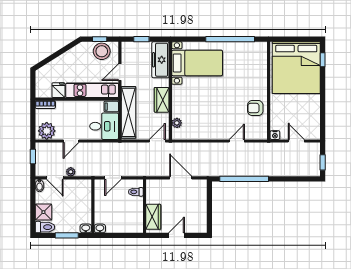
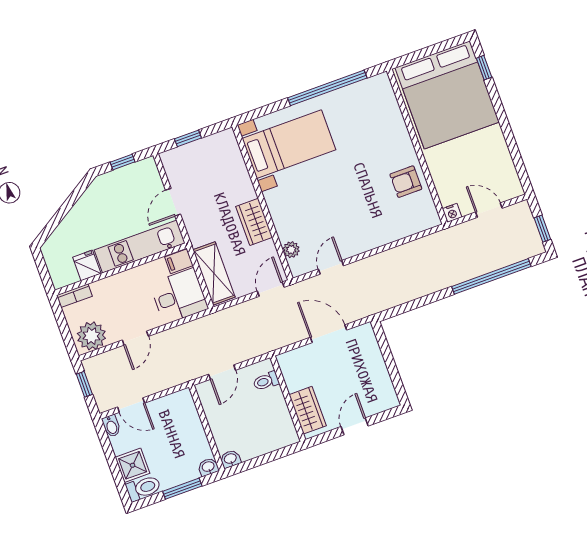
stool: (102, 51) -> (133, 180), removed
freezer: (160, 60) -> (230, 160), removed
shelving: (128, 112) -> (214, 273), width x0.68
door: (237, 141) -> (331, 267), moved
plant: (71, 172) -> (152, 387), removed
window: (244, 179) -> (491, 276), moved

